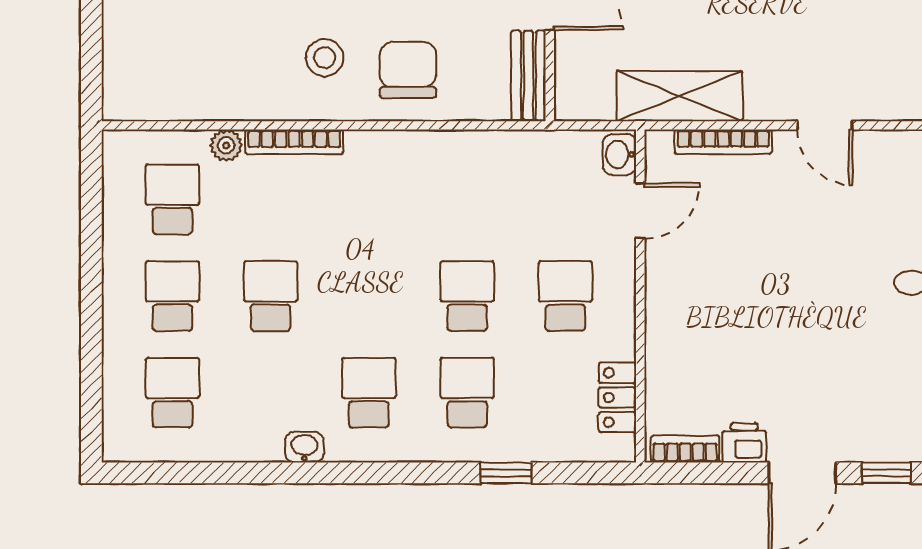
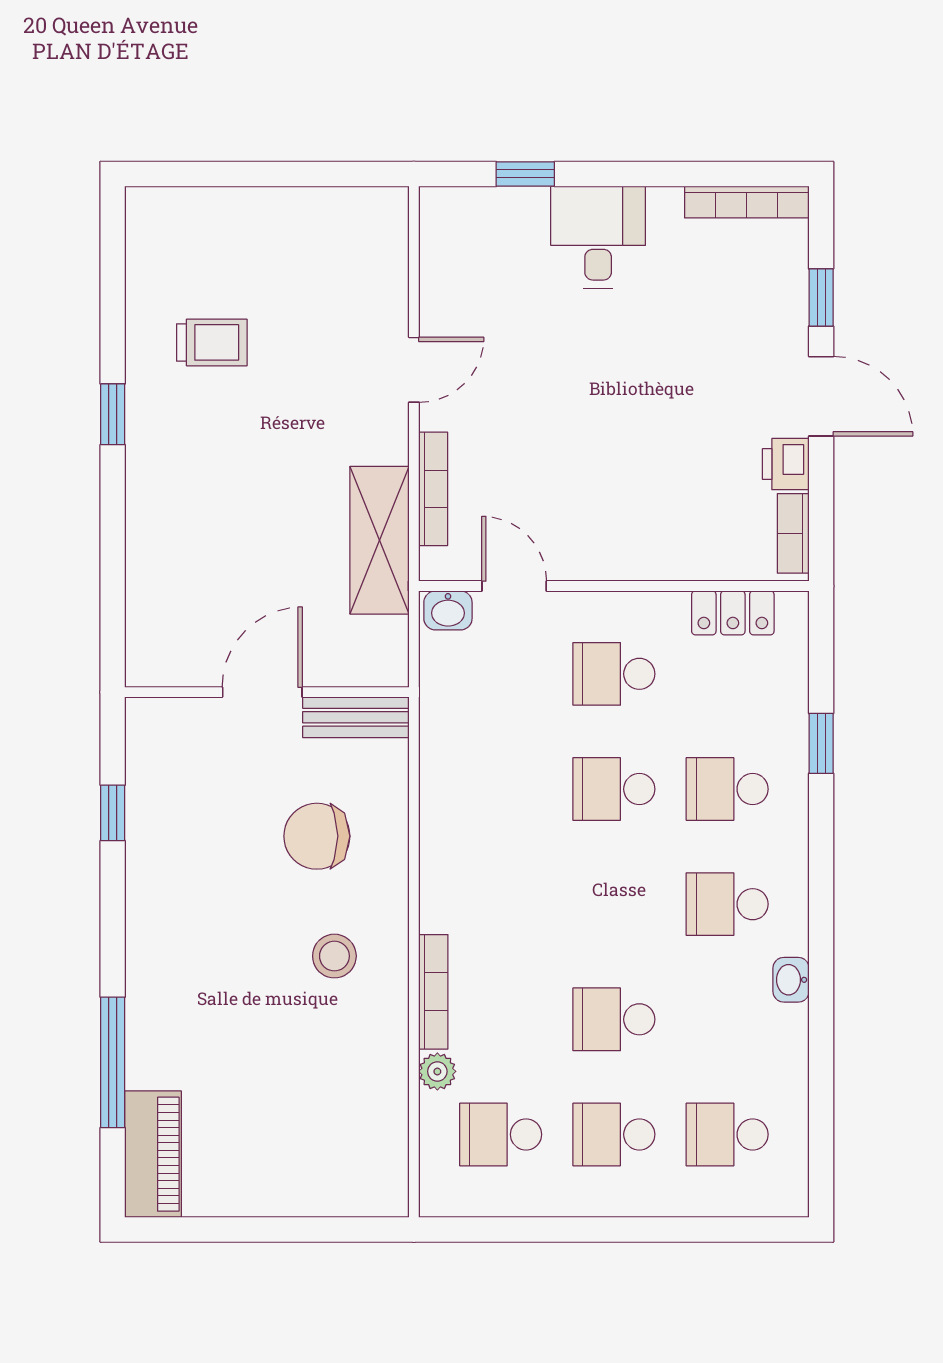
chair: (408, 70) -> (317, 836), moved

